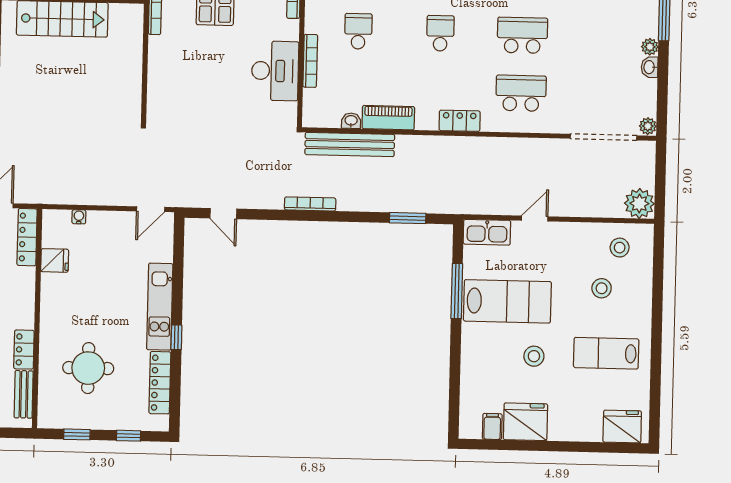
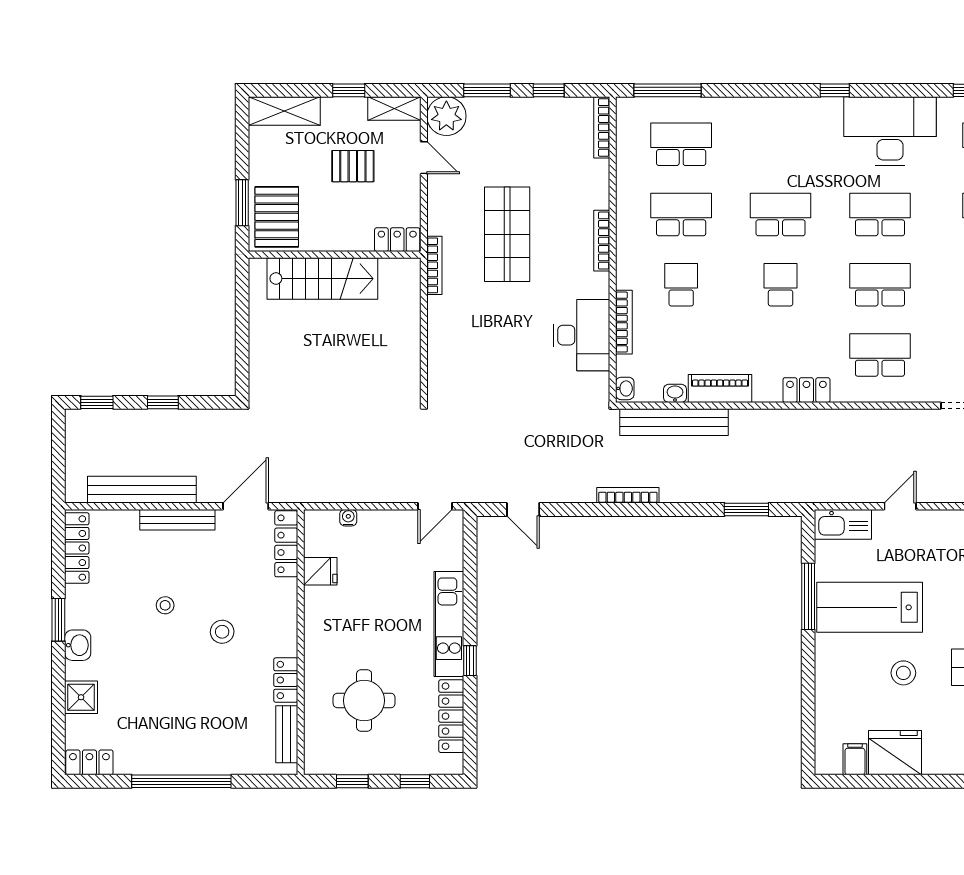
washbasin: (310, 116) -> (625, 388), added
lab bench: (507, 301) -> (870, 607), turned 180

